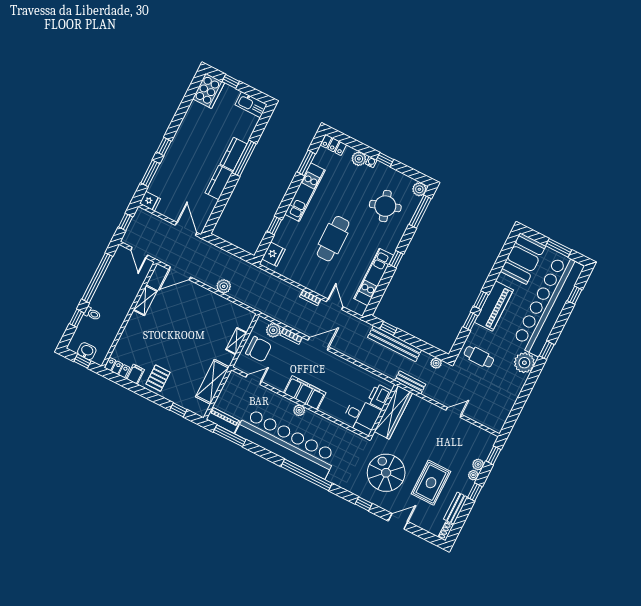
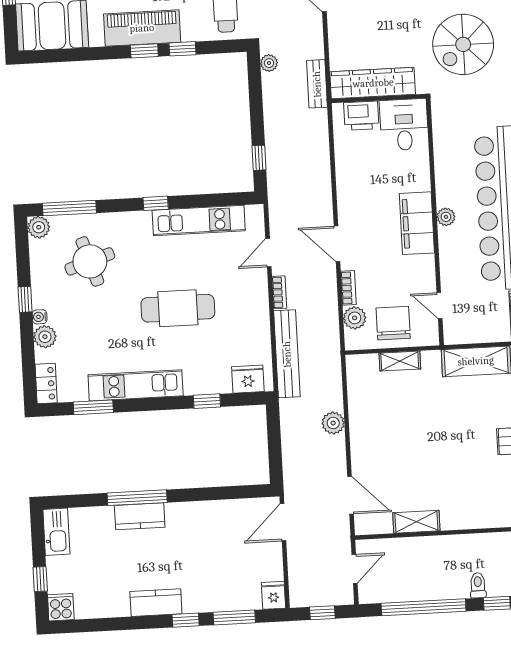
cooker: (209, 91) -> (61, 607), width x0.53, depth x0.76
kitchen counter: (219, 182) -> (156, 603), moved, turned 180
bench: (395, 344) -> (287, 354), moved

